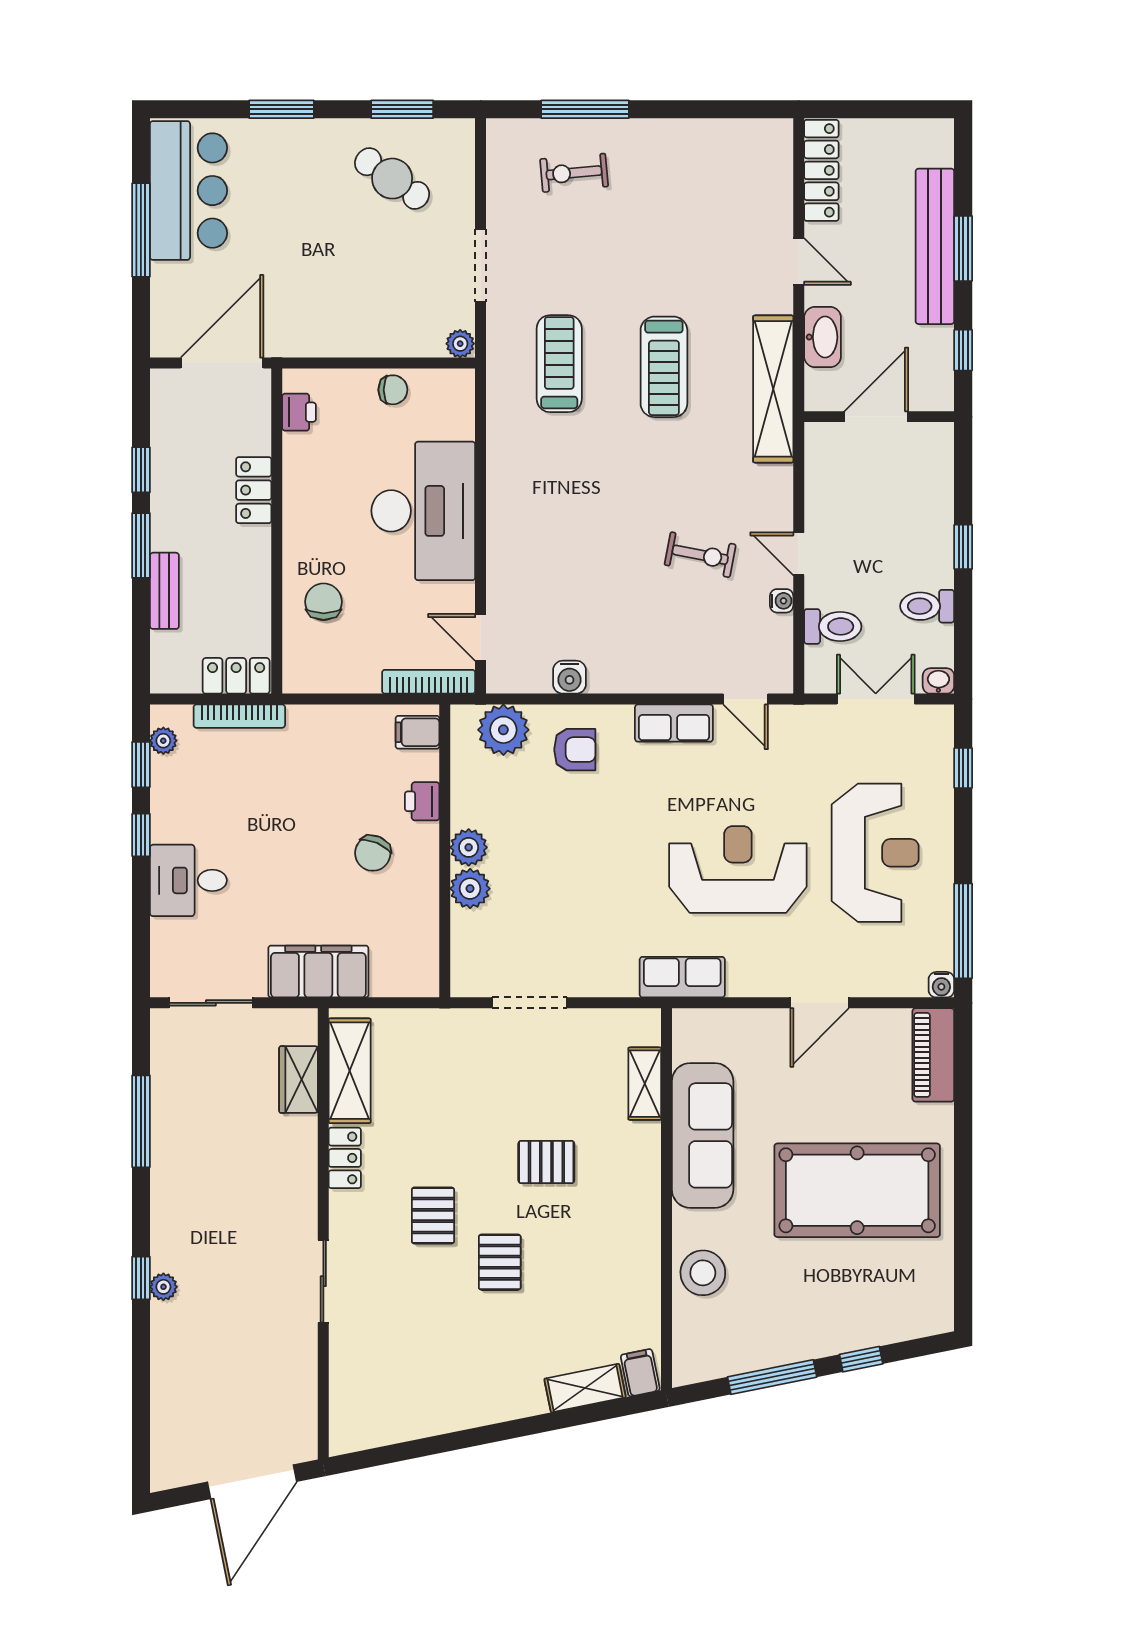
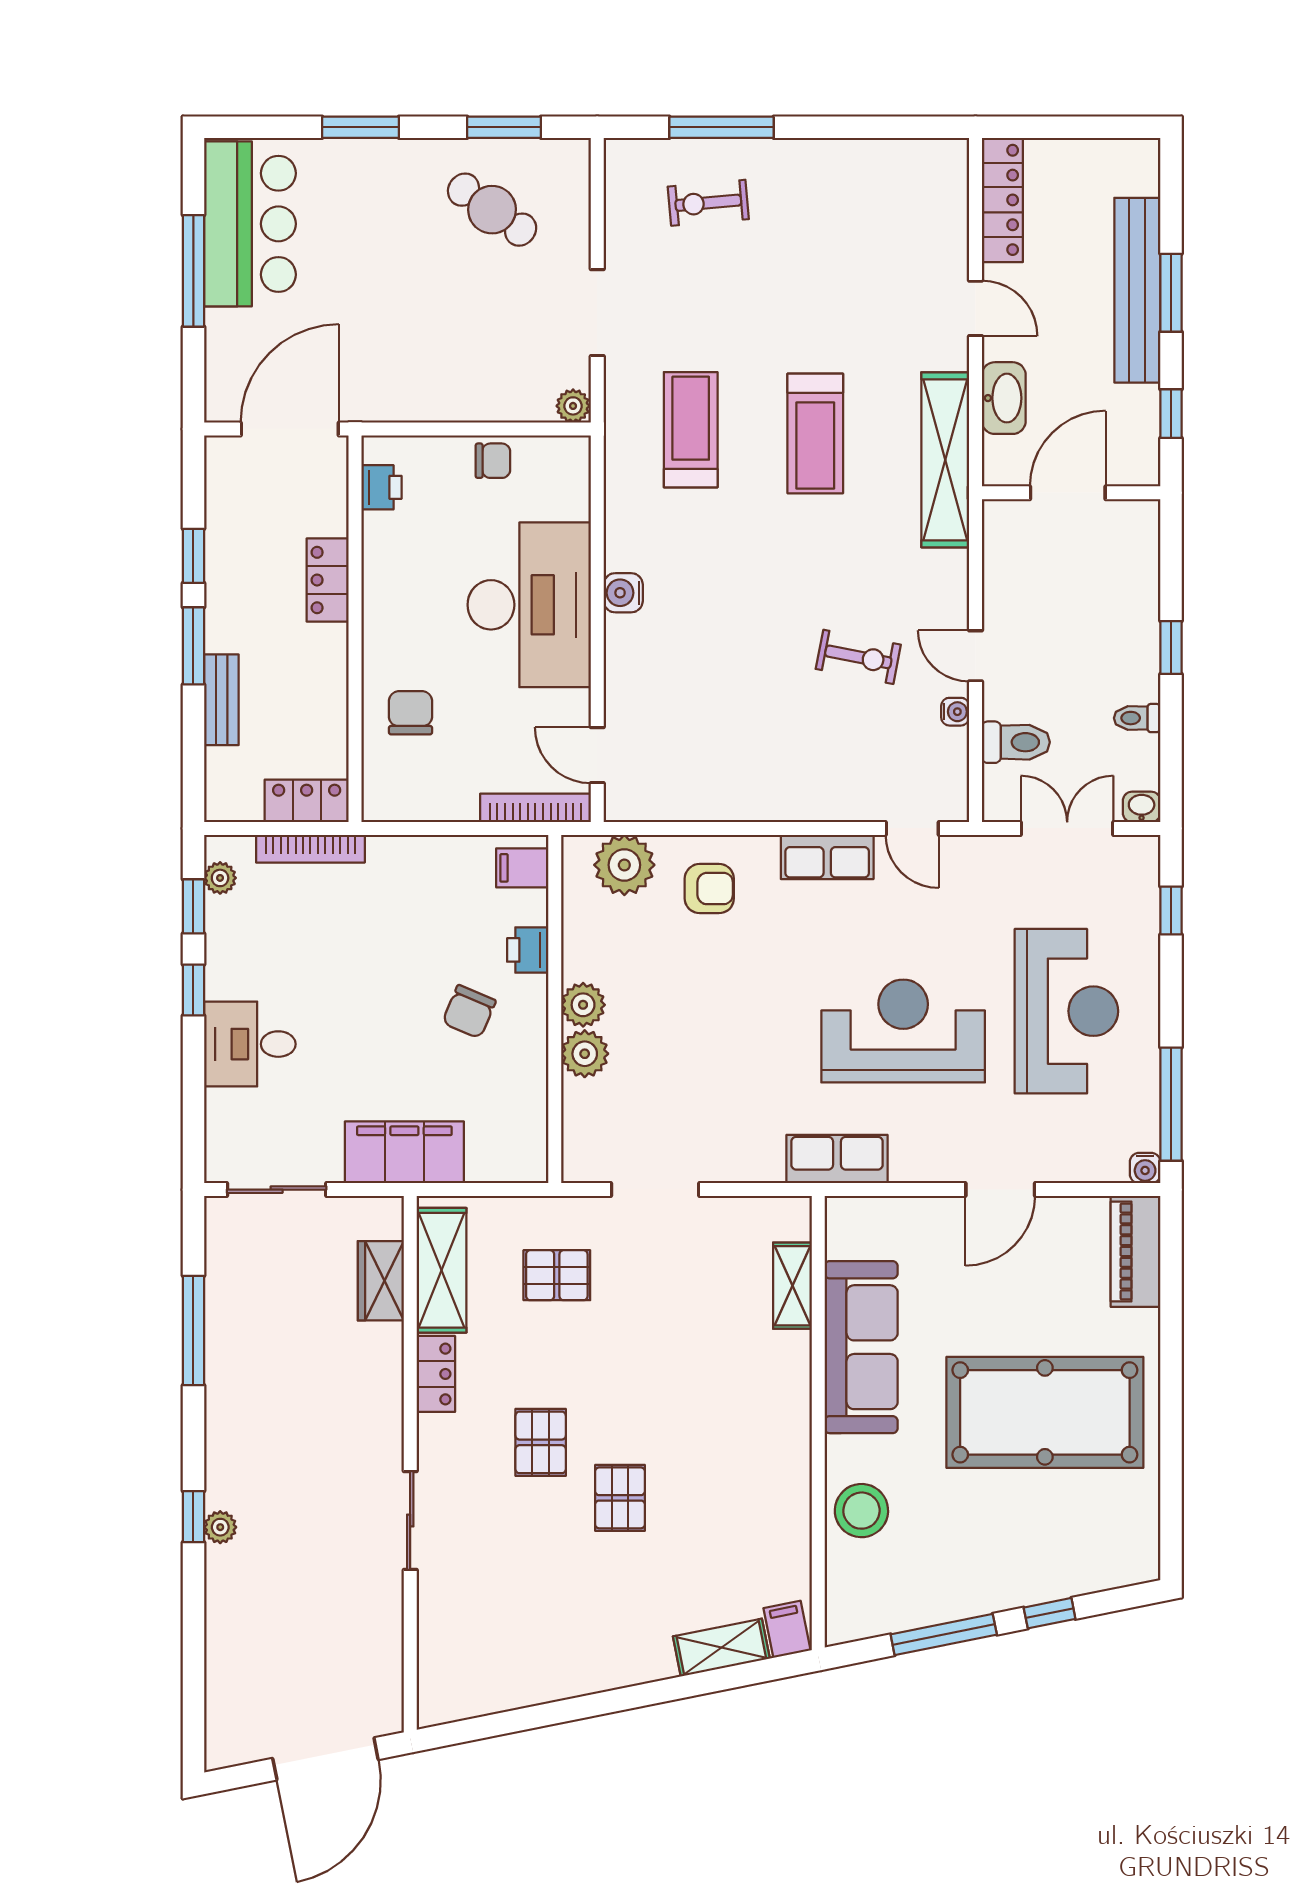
toilet: (927, 606) -> (1137, 718), width x0.73, depth x0.72
water cooler: (569, 677) -> (623, 593), moved, turned 90
pallet: (546, 1162) -> (557, 1275), moved

